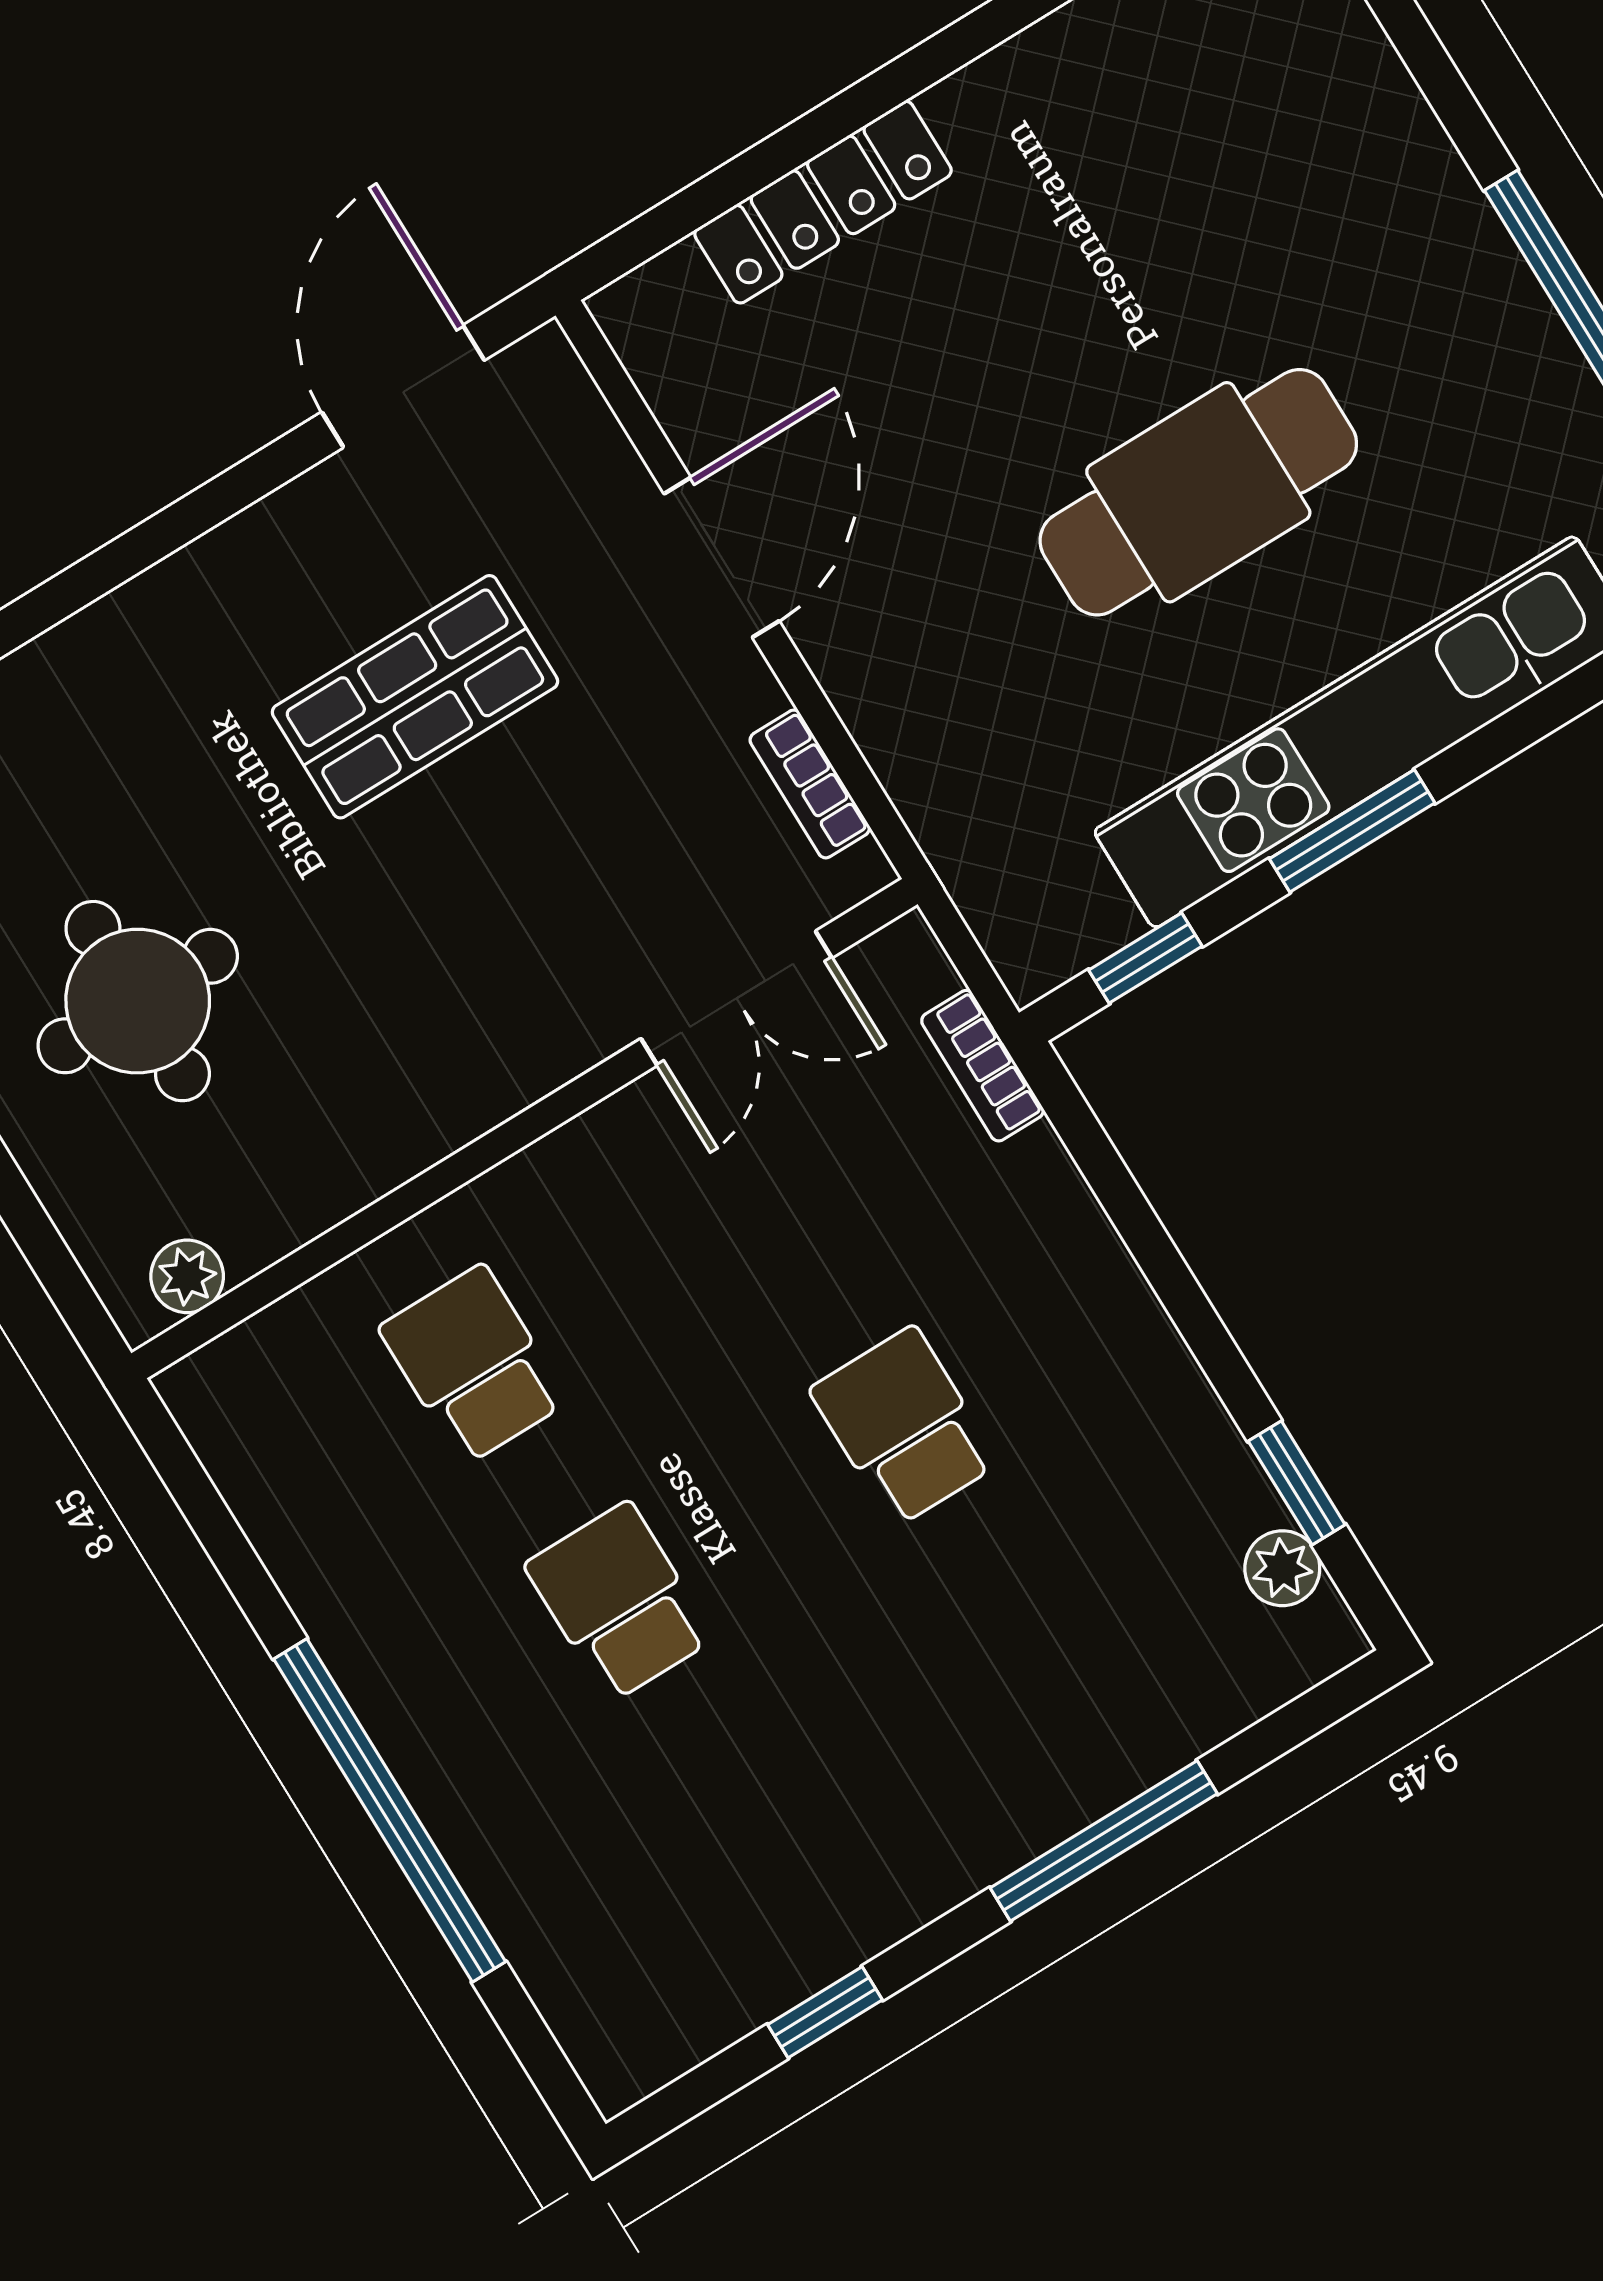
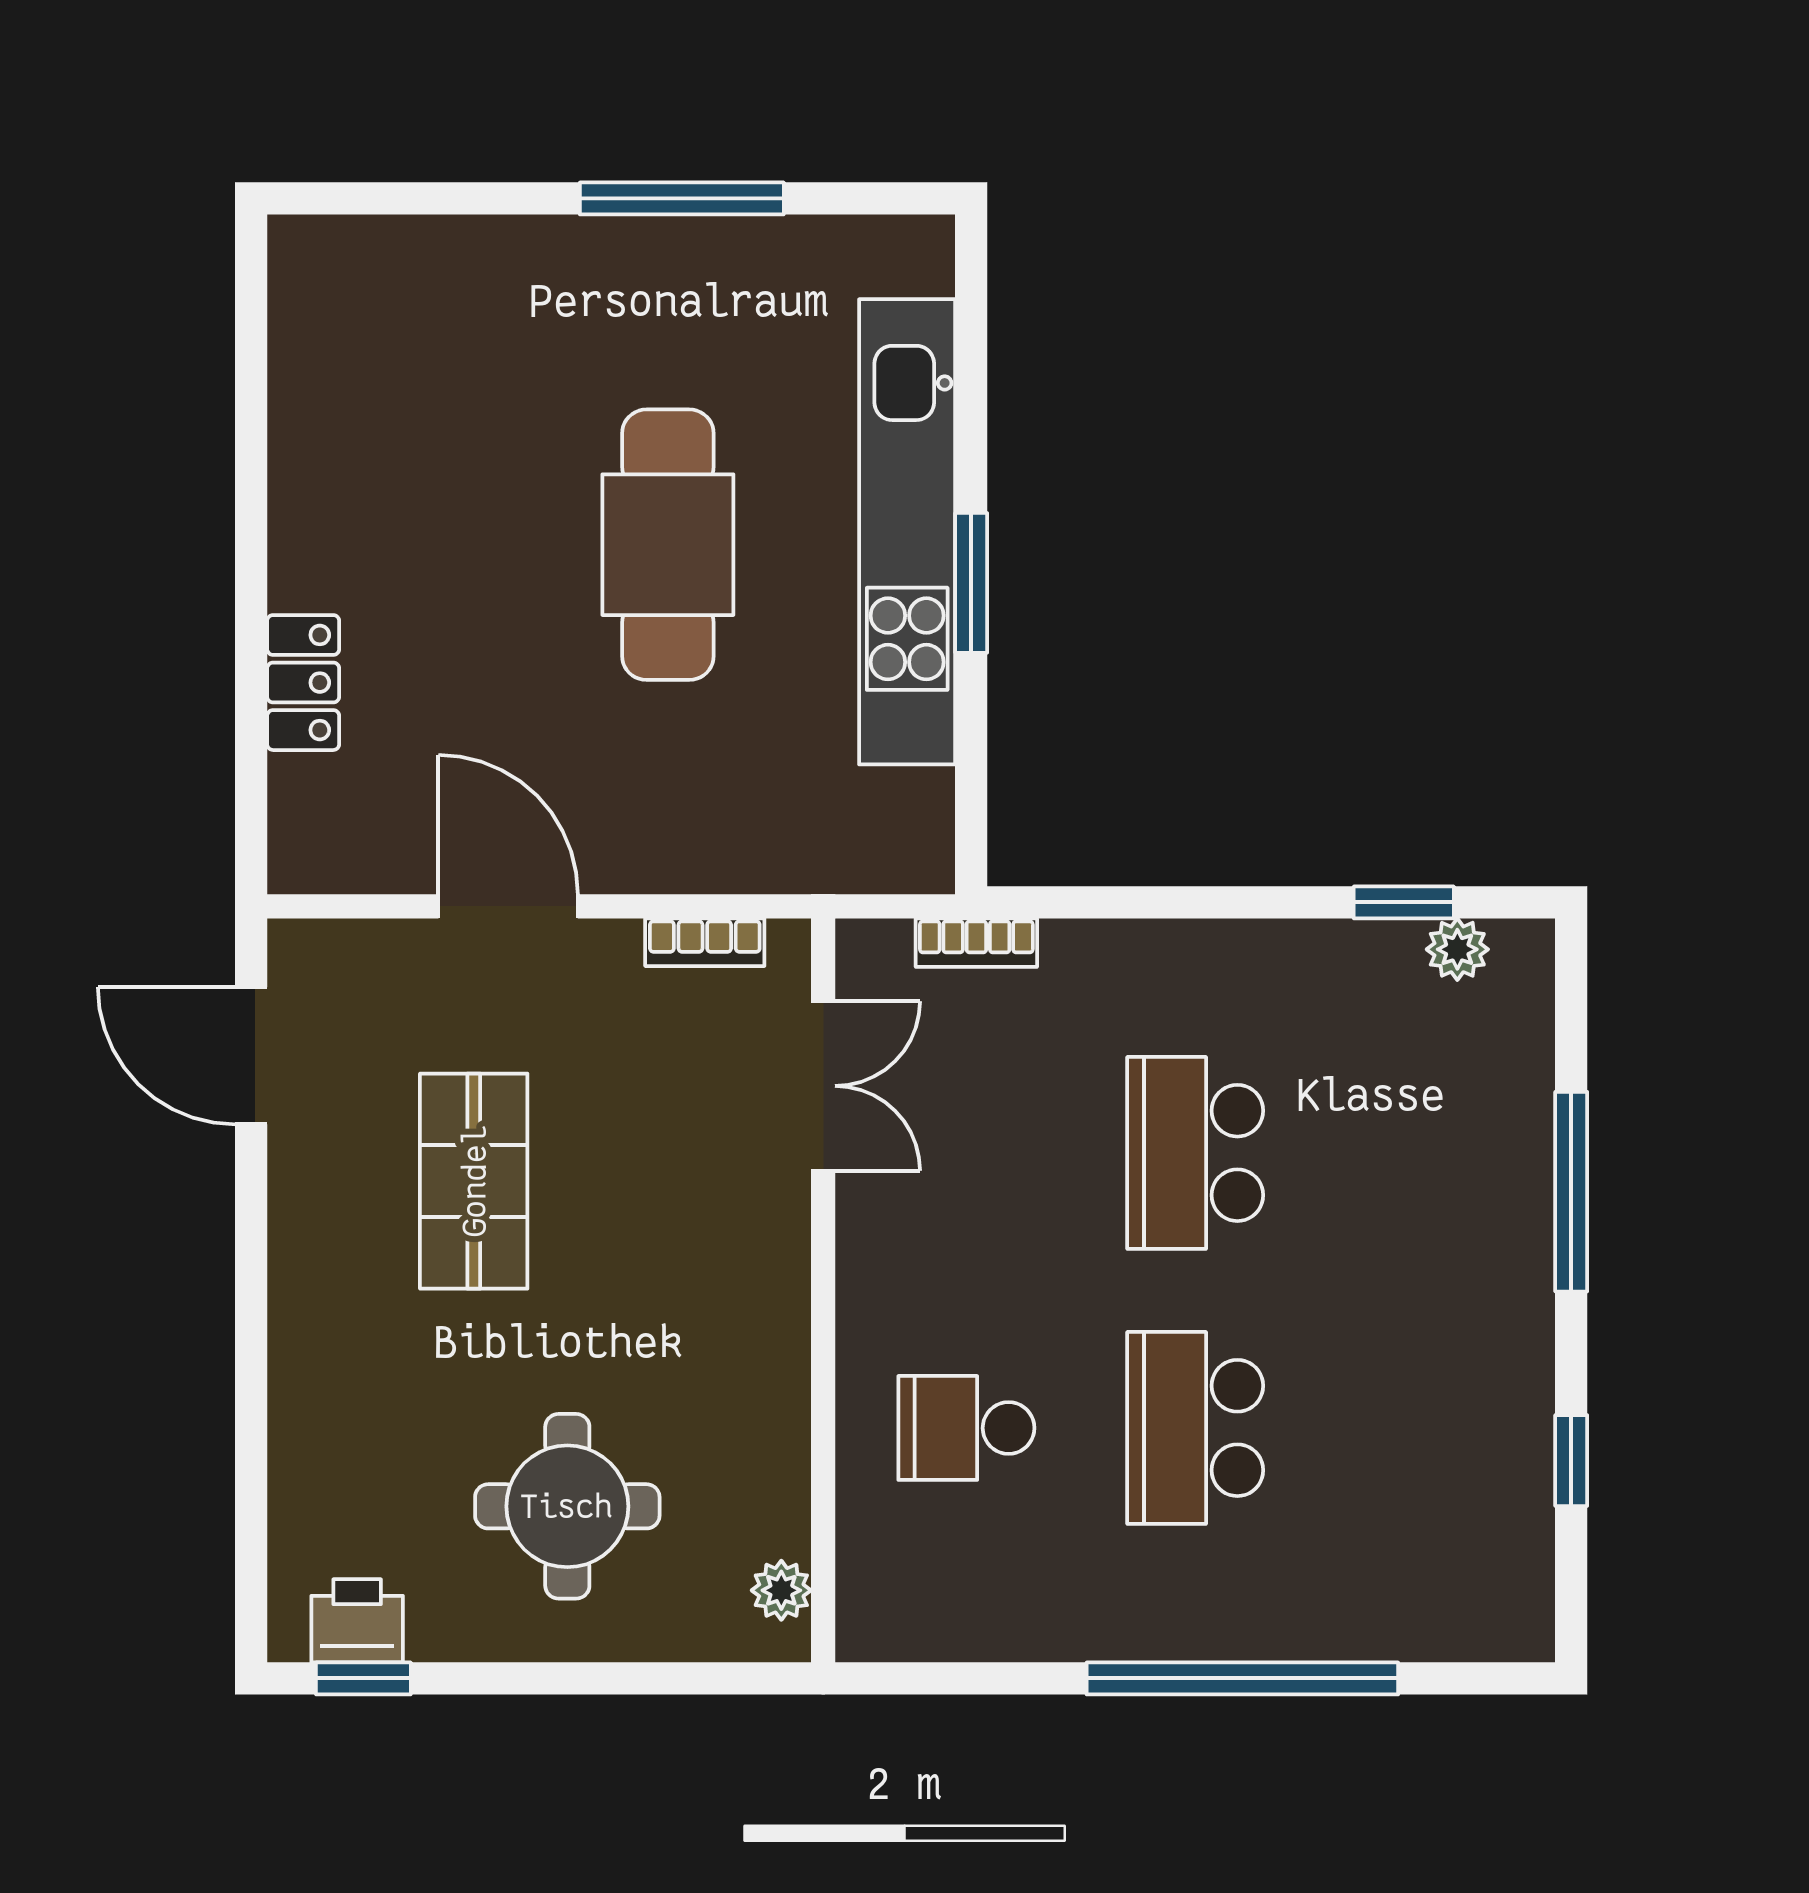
locker: (823, 202) -> (303, 683), width x0.66
window: (1145, 958) -> (971, 782), removed
school desk: (904, 1426) -> (1195, 1153), width x1.85
school desk: (619, 1602) -> (1195, 1428), width x1.85

